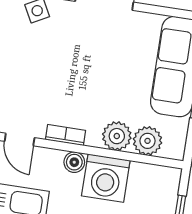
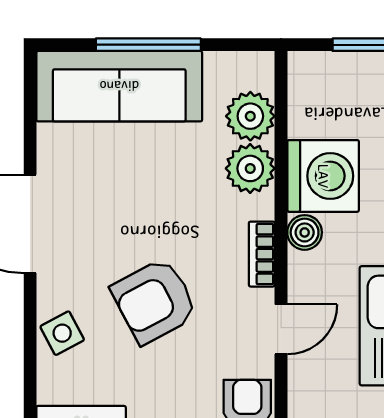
armchair: (48, 68) -> (154, 301), added

